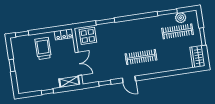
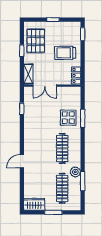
plant: (181, 18) -> (75, 172), moved
display table: (88, 36) -> (68, 118), moved
trolley: (43, 48) -> (65, 53), turned 180
clothes rail: (141, 57) -> (62, 148), moved
pallet: (36, 79) -> (36, 41), added
door: (129, 79) -> (22, 161), moved

